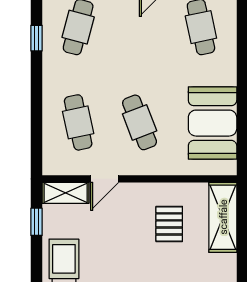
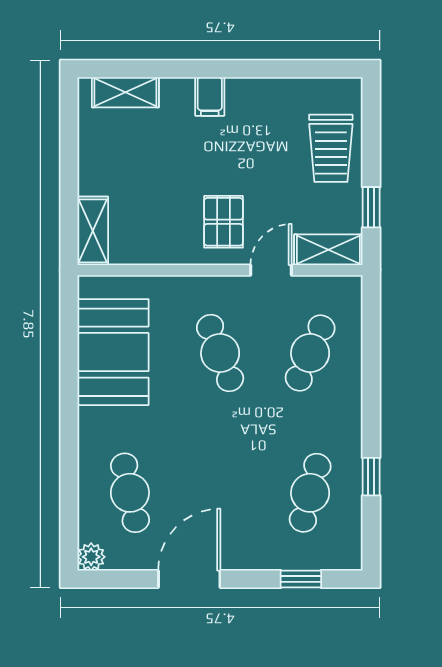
cafe table: (78, 122) -> (310, 353), turned 36
shelving: (223, 217) -> (93, 231), width x0.67, depth x0.75
pallet: (169, 224) -> (223, 222), moved

